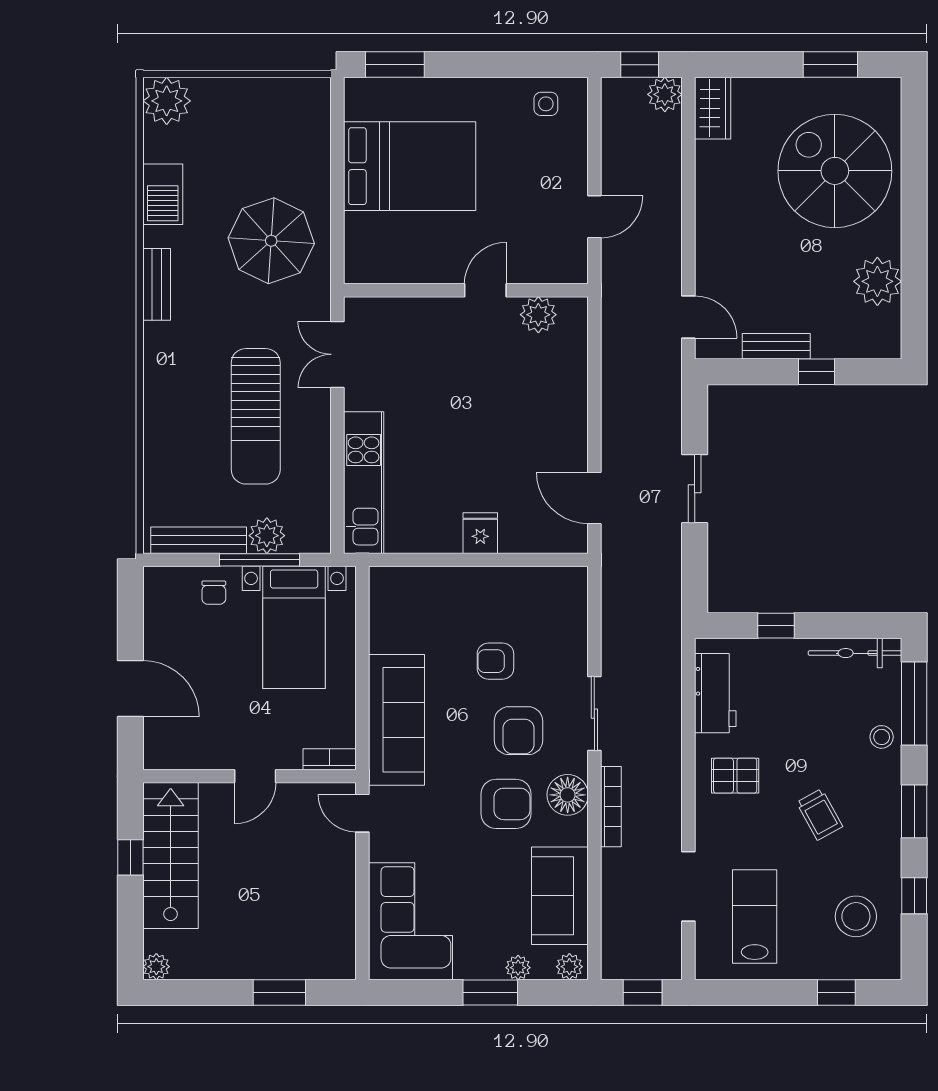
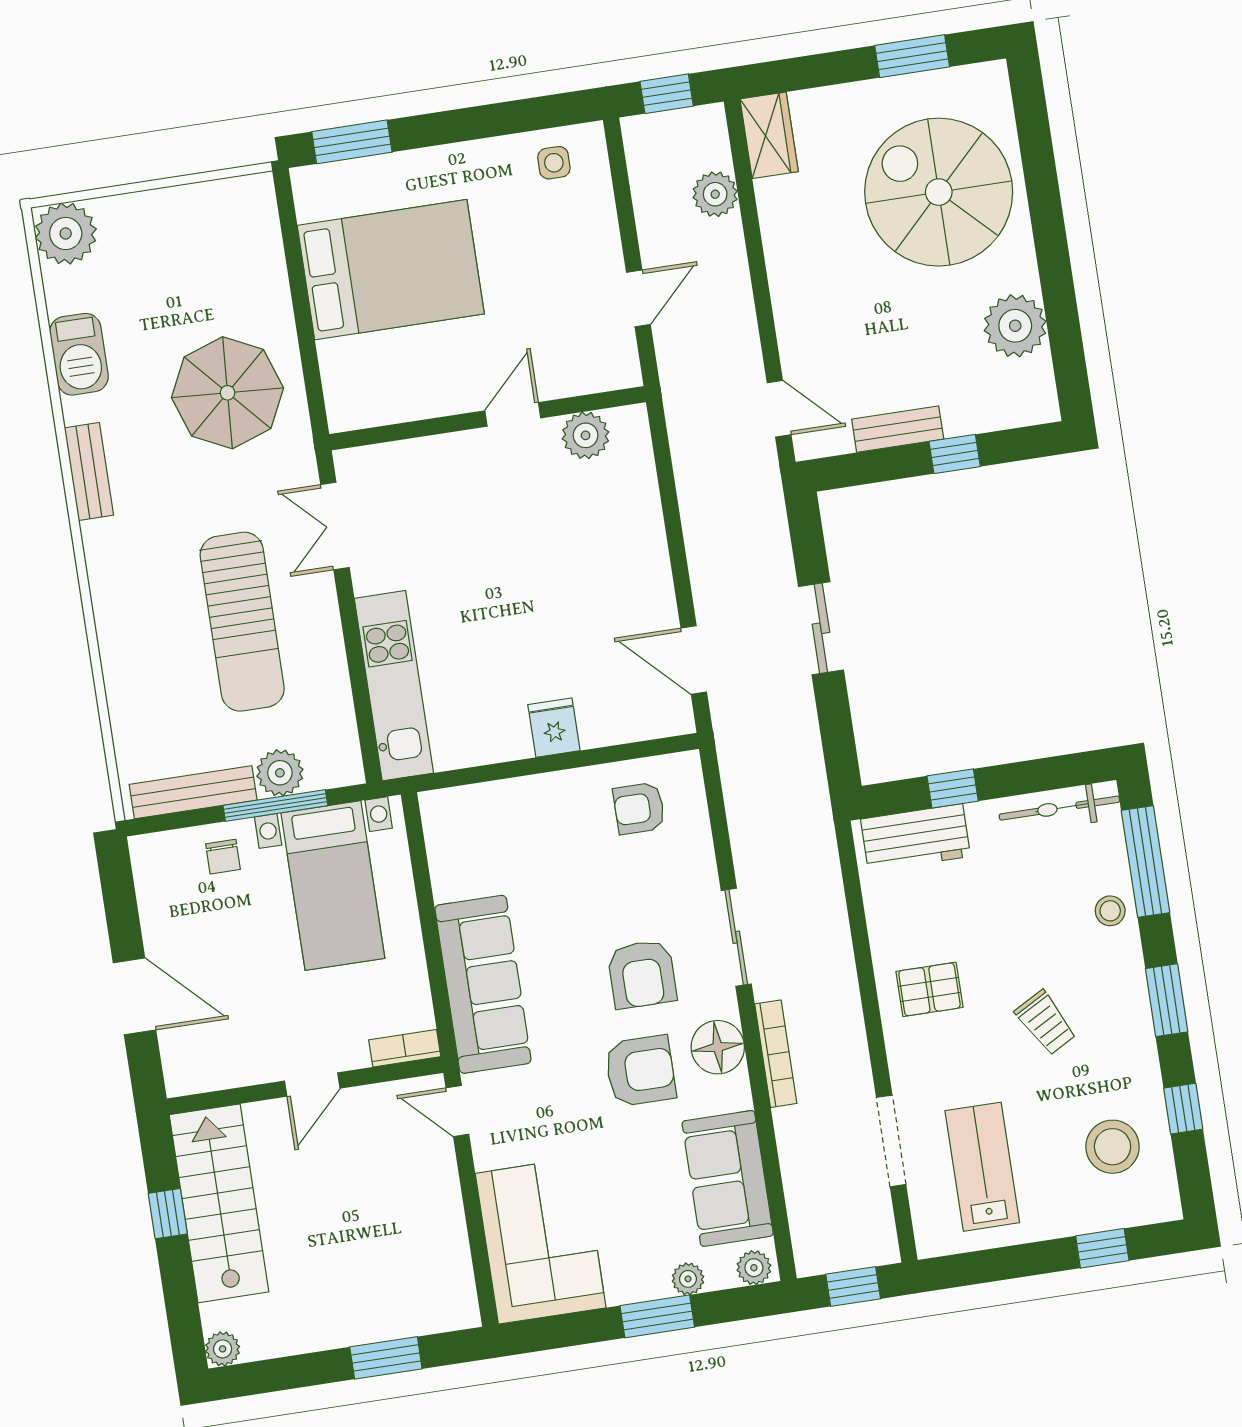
plant: (665, 94) -> (715, 194), moved
armchair: (495, 661) -> (639, 808), moved
workbench: (715, 693) -> (916, 838), moved, turned 90

